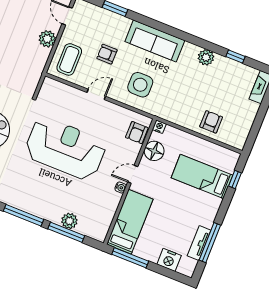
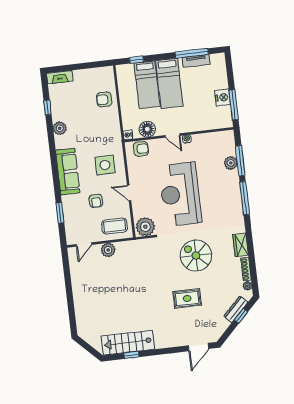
plant: (51, 92) -> (145, 227), added
bed: (130, 222) -> (169, 83), moved, turned -90
nightstand: (169, 260) -> (223, 97), moved

